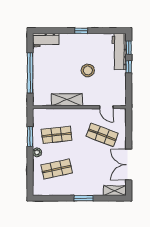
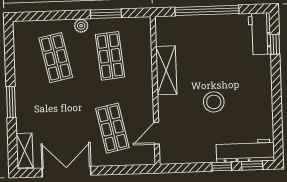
window: (81, 31) -> (275, 44), moved
shop shelf: (102, 135) -> (112, 128), turned -33

